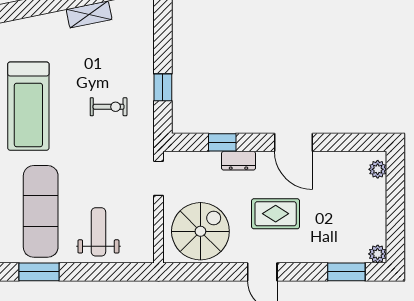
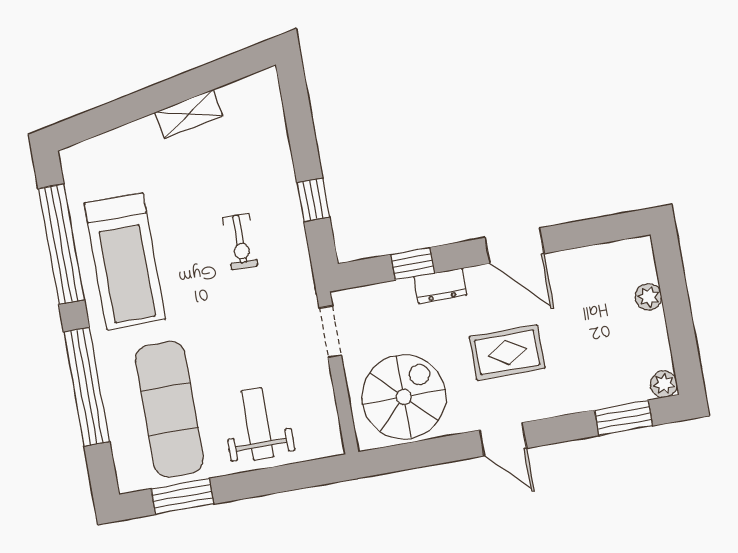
exercise bike: (109, 107) -> (240, 242), turned 90
plant: (378, 169) -> (649, 297), moved

